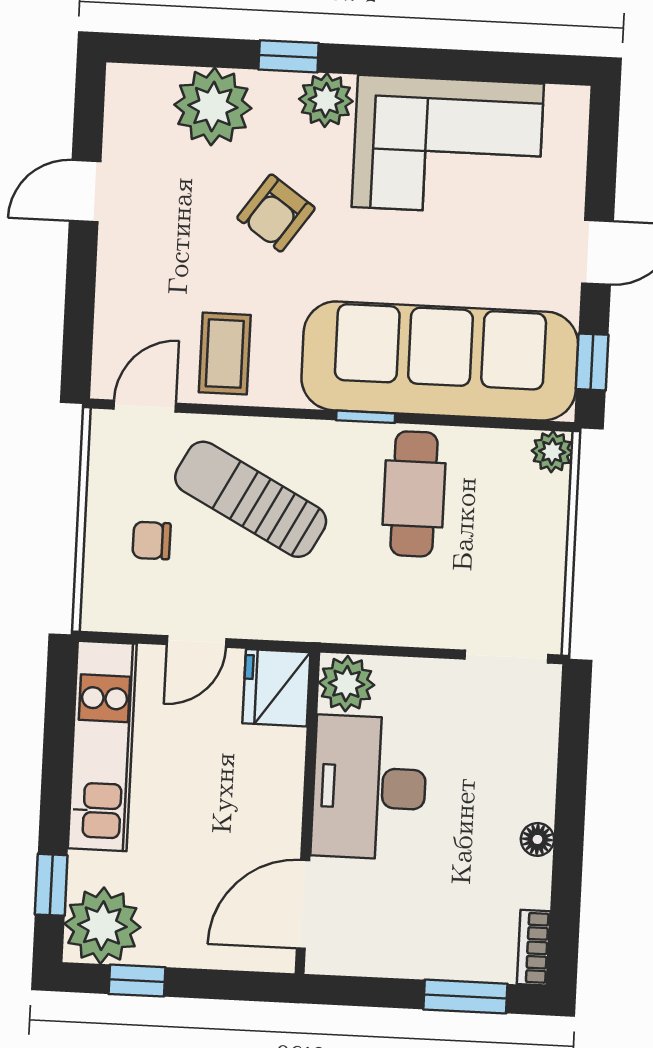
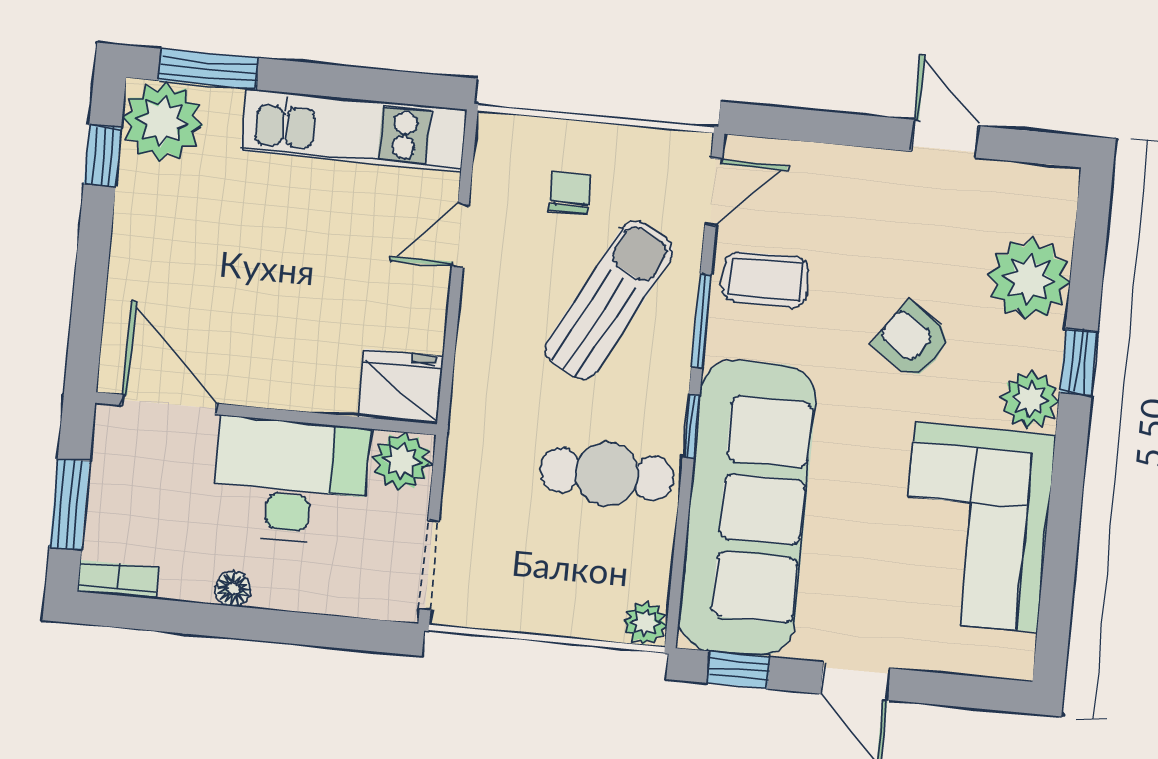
door: (145, 406) -> (713, 192), hinge flipped
window: (266, 412) -> (701, 321), added
door: (196, 642) -> (460, 236), hinge flipped
plant: (347, 684) -> (402, 461), moved
fridge: (276, 688) -> (401, 387), moved
desk: (369, 787) -> (290, 481), moved
wall: (307, 813) -> (266, 413), moved
window: (51, 885) -> (209, 69), width x1.50
door: (303, 904) -> (169, 404), moved

